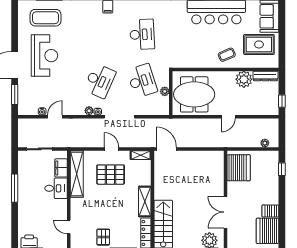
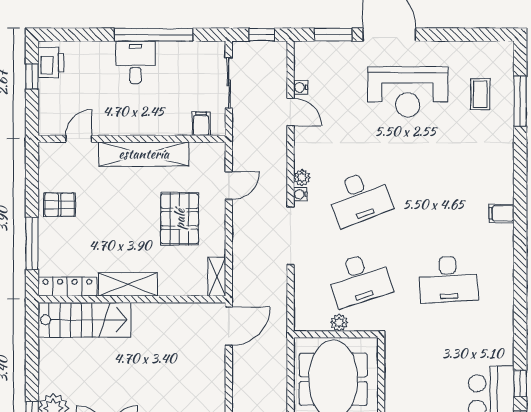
coffee table: (45, 18) -> (480, 94), width x0.54, depth x0.58
desk: (100, 81) -> (359, 198), turned -45
window: (15, 132) -> (262, 35), added
door: (112, 149) -> (229, 186), moved
filing cabinet: (61, 168) -> (201, 124), width x0.50
shelving: (77, 174) -> (144, 154), moved
window: (15, 188) -> (154, 35), width x1.46
desk: (56, 188) -> (135, 62), moved, turned 180

